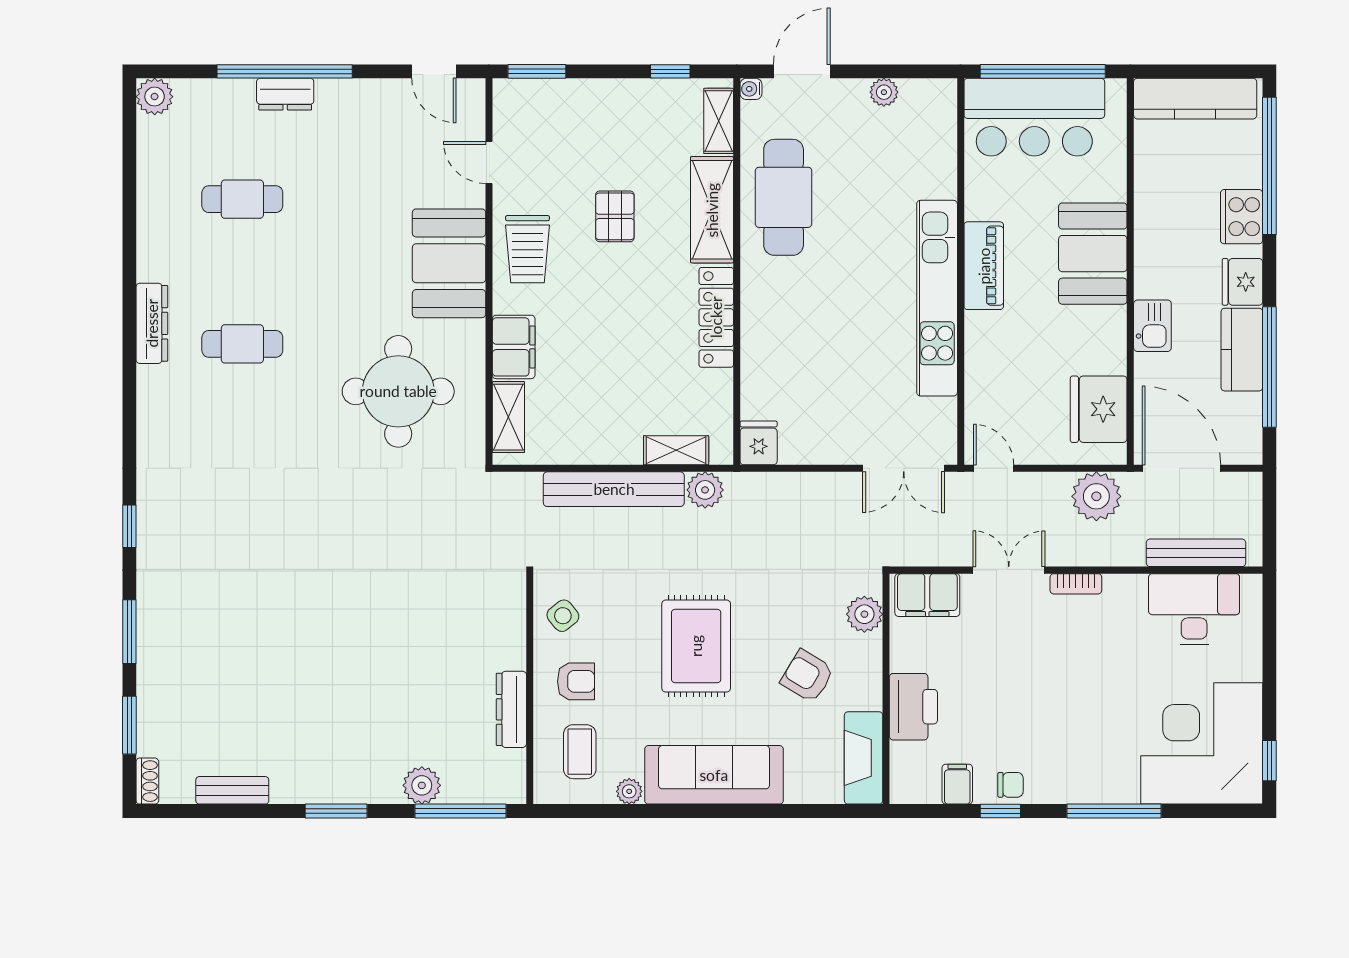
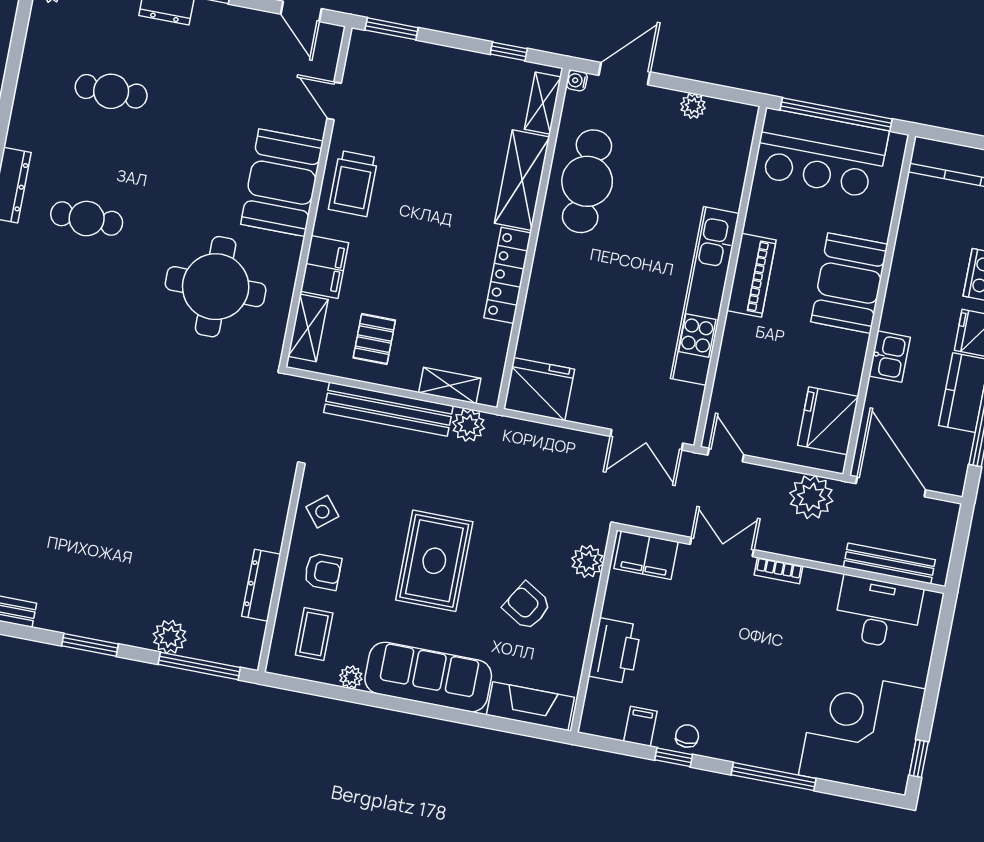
pallet: (615, 216) -> (374, 339), moved
fridge: (759, 443) -> (539, 389), width x1.88, depth x1.34
fireplace: (864, 758) -> (530, 706), moved, turned 90
chair: (1011, 785) -> (687, 736), turned -90

